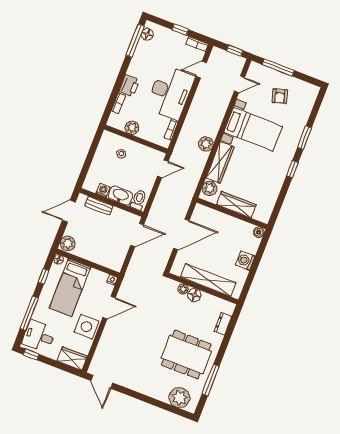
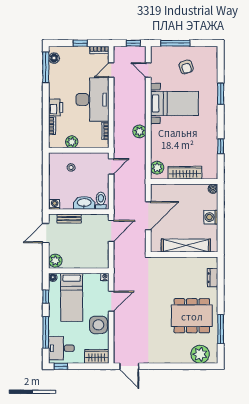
door: (239, 84) -> (148, 70), swing flipped
wardrobe: (220, 162) -> (157, 142), removed
window: (292, 169) -> (221, 146), moved
washing machine: (103, 190) -> (55, 204), moved
plant: (183, 289) -> (168, 261), removed
floor lamp: (194, 295) -> (179, 263), removed

